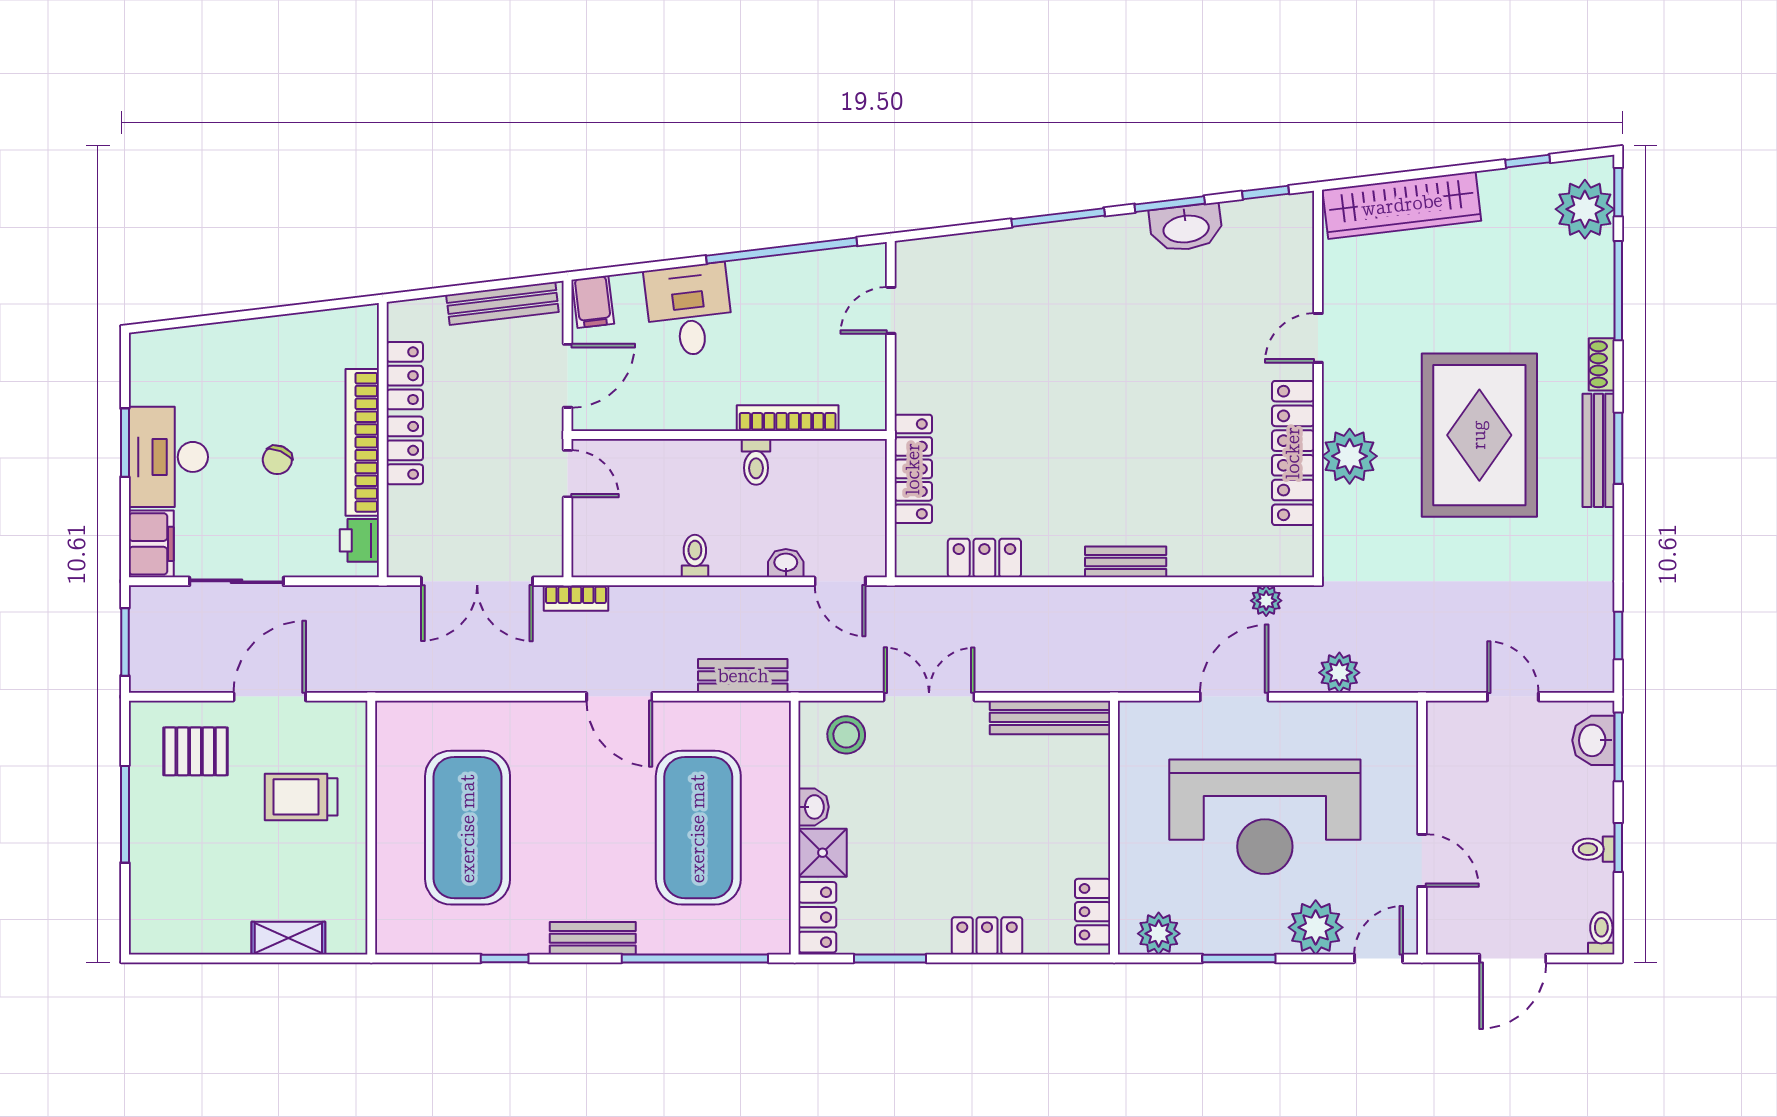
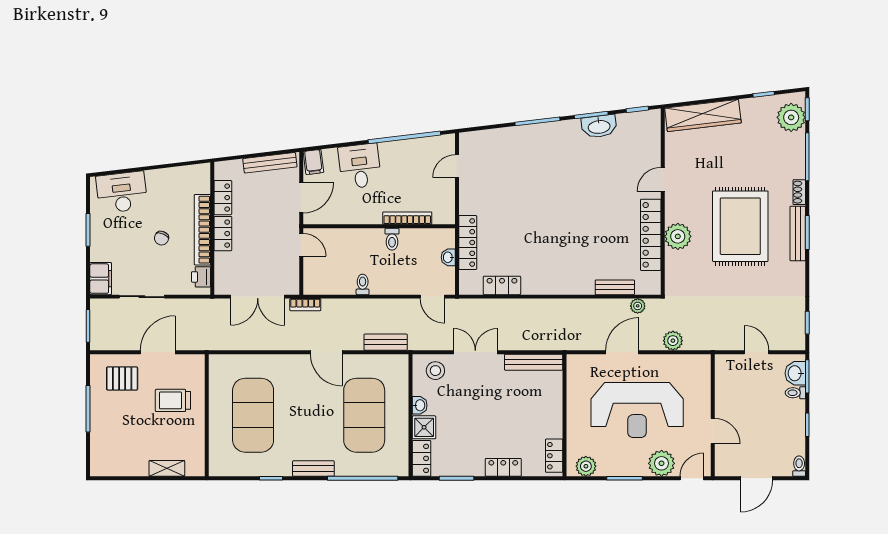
desk: (168, 457) -> (122, 192), moved, turned 83
bench: (1126, 562) -> (615, 287), moved
washbasin: (786, 563) -> (448, 257), moved, turned -90
toilet: (1594, 849) -> (795, 393), moved

